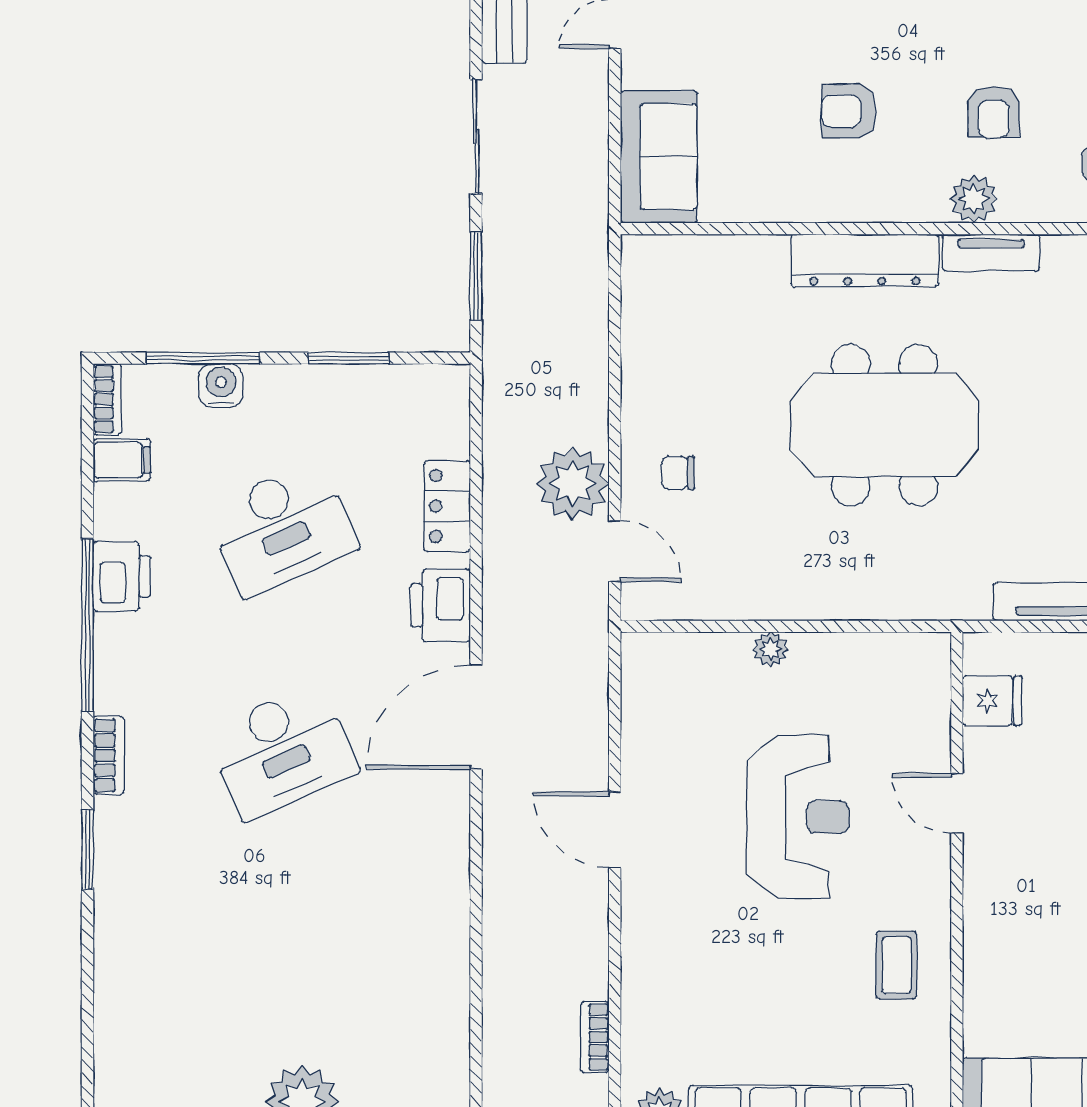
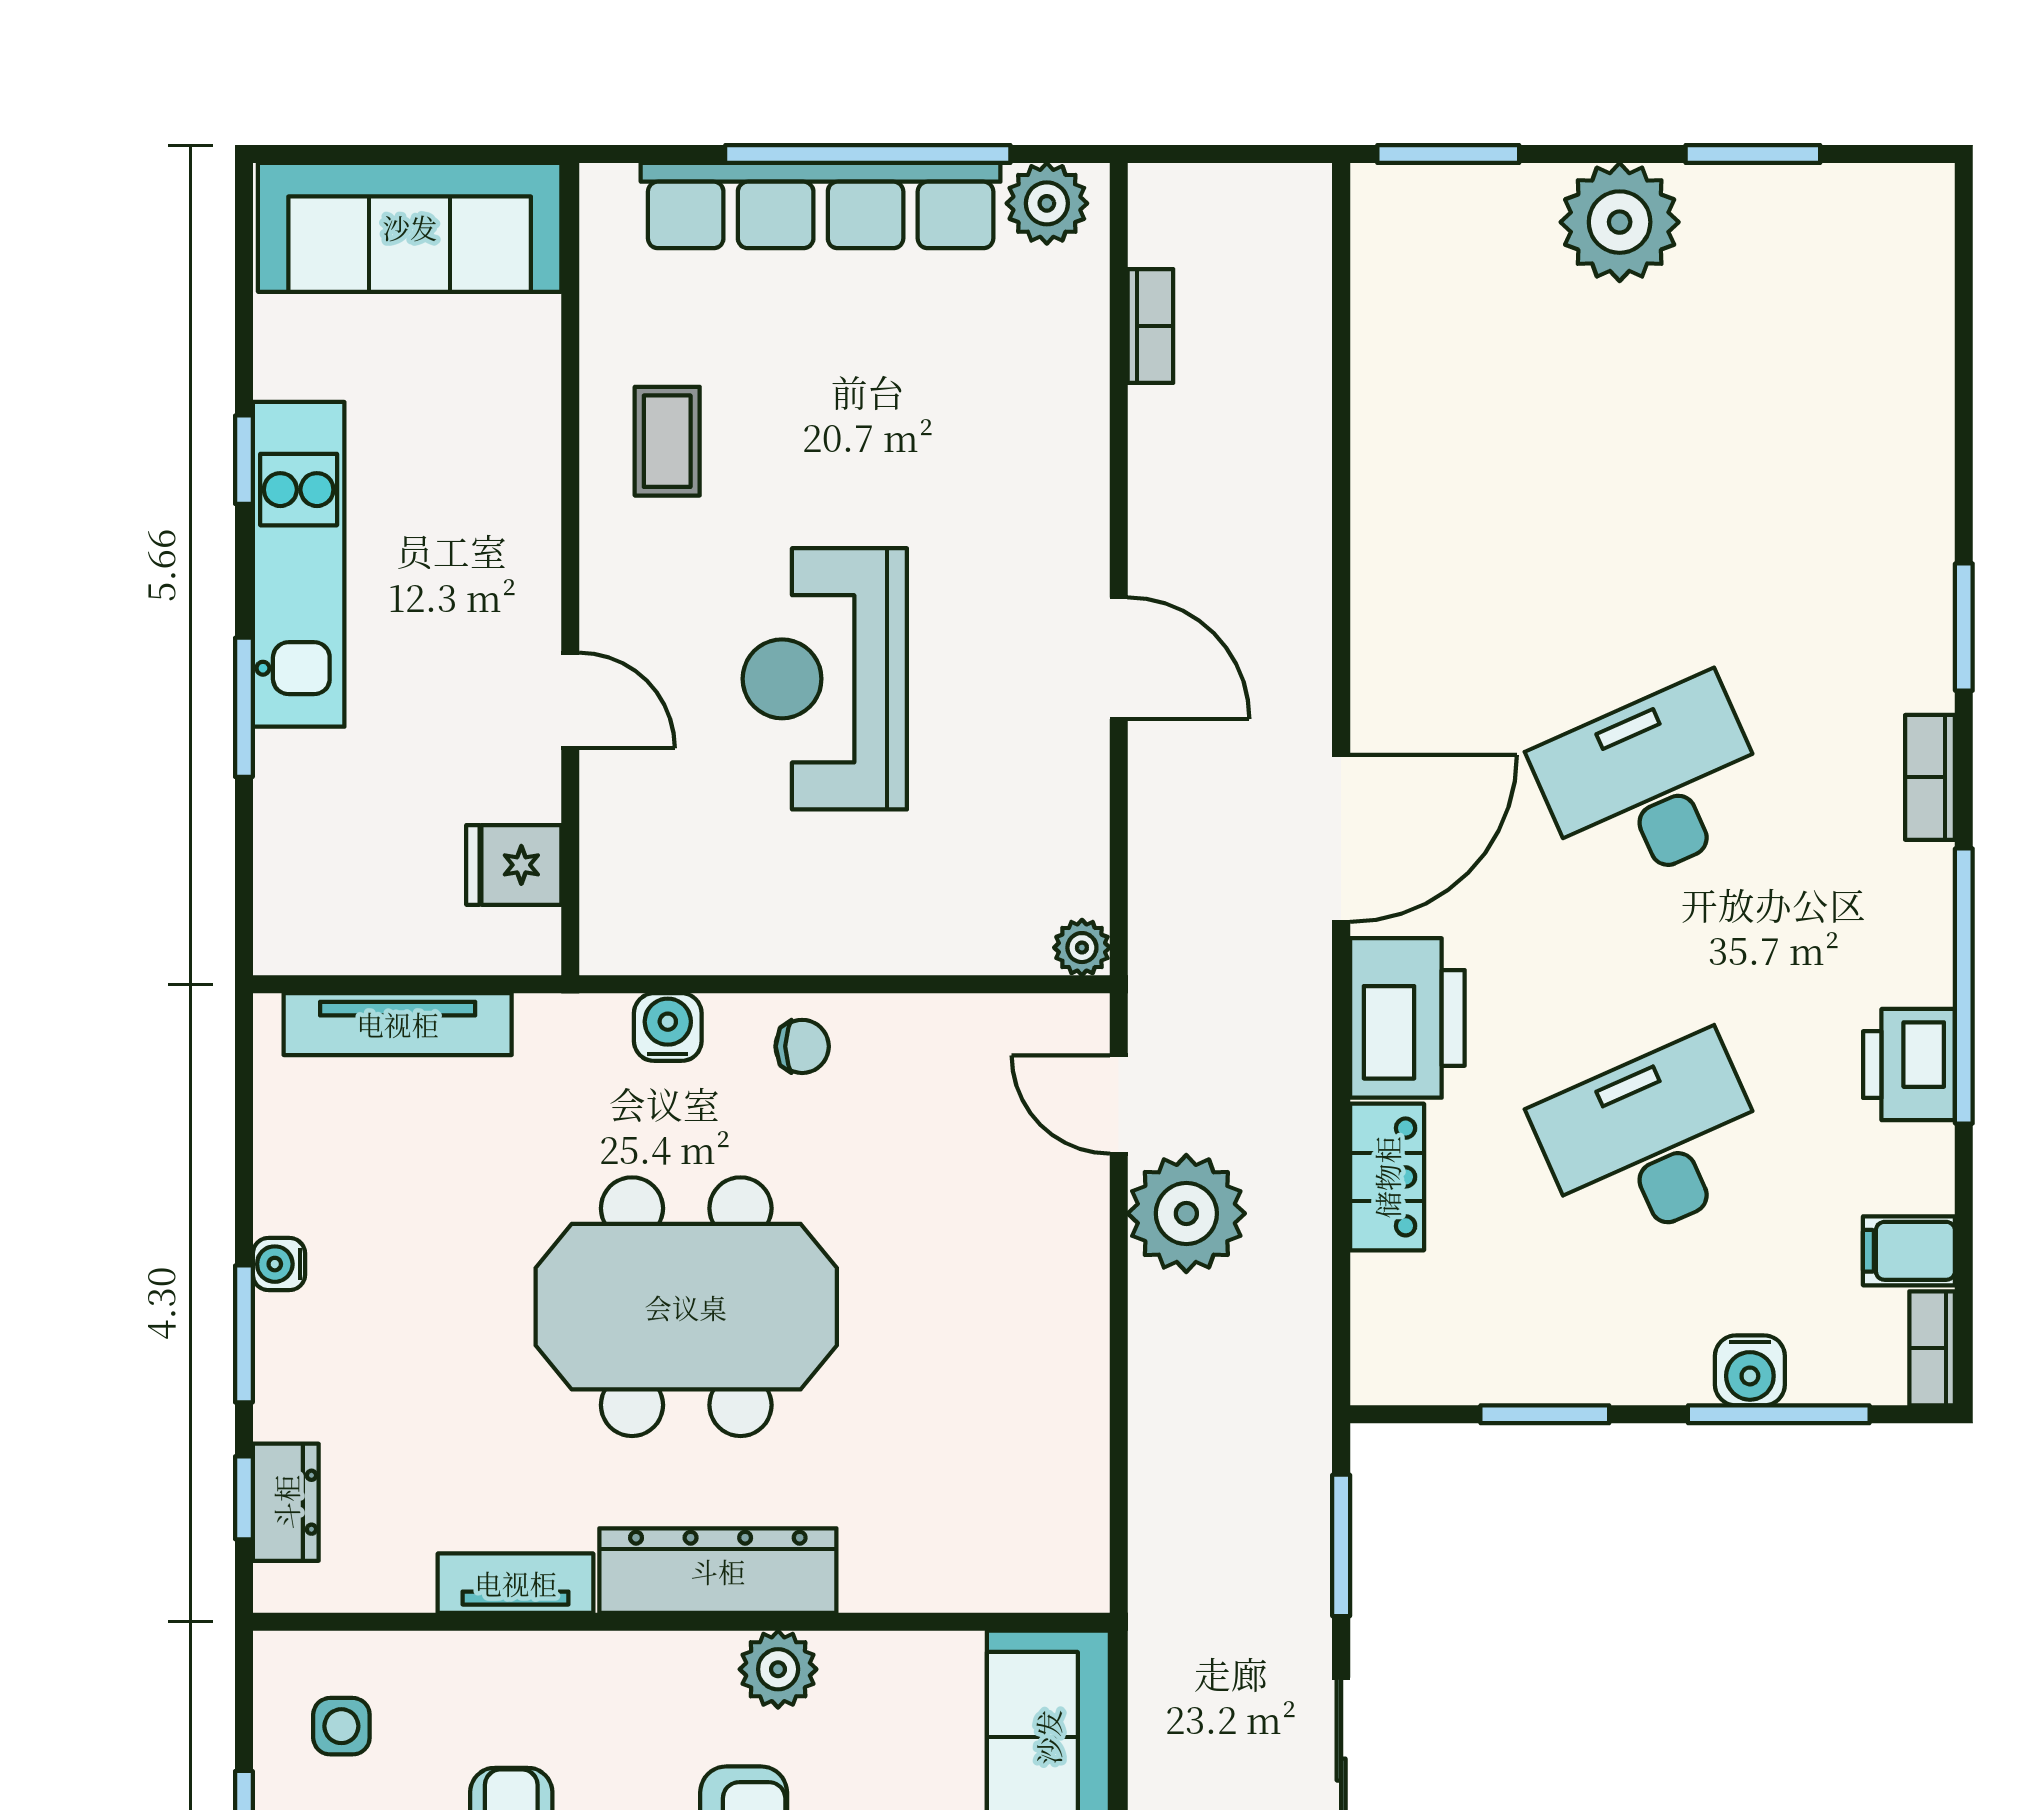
plant: (974, 199) -> (778, 1669), moved
chair: (678, 473) -> (802, 1046), moved
water cooler: (896, 600) -> (668, 1027), added
printer: (440, 605) -> (1407, 1018), width x1.37, depth x1.19
plant: (770, 649) -> (1082, 948), moved

